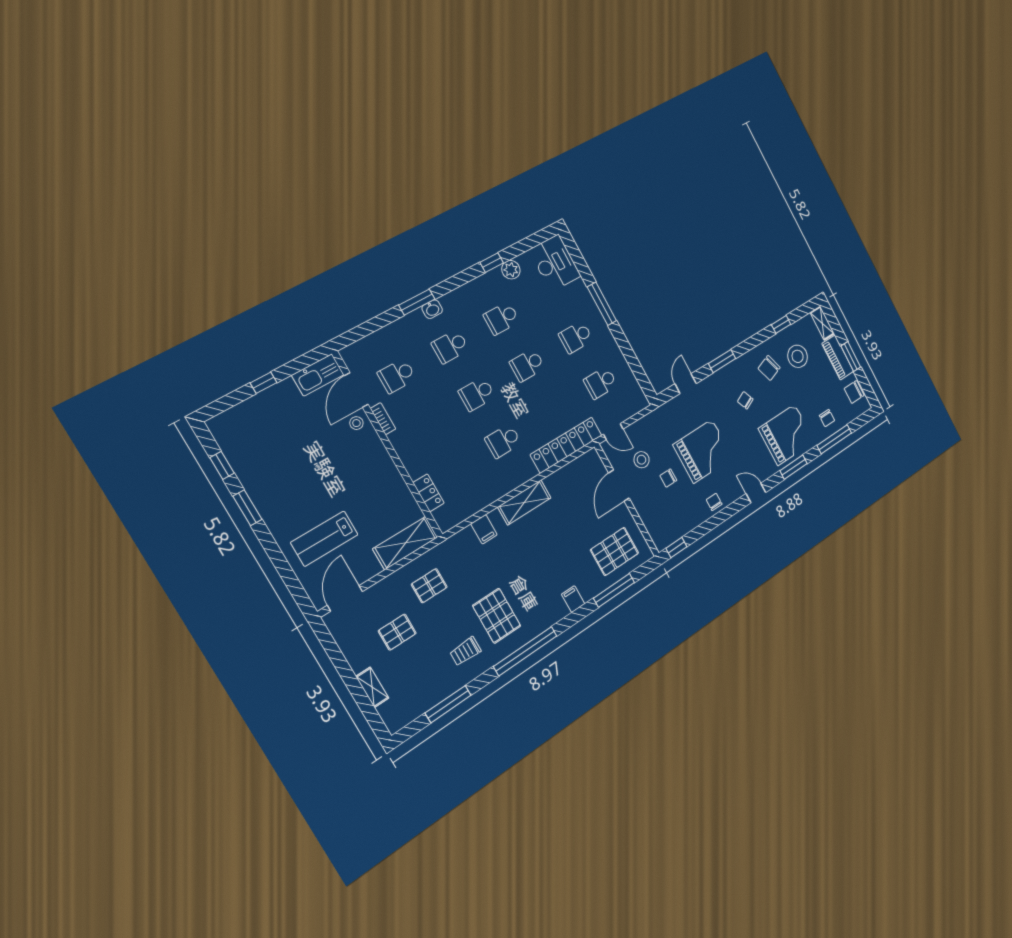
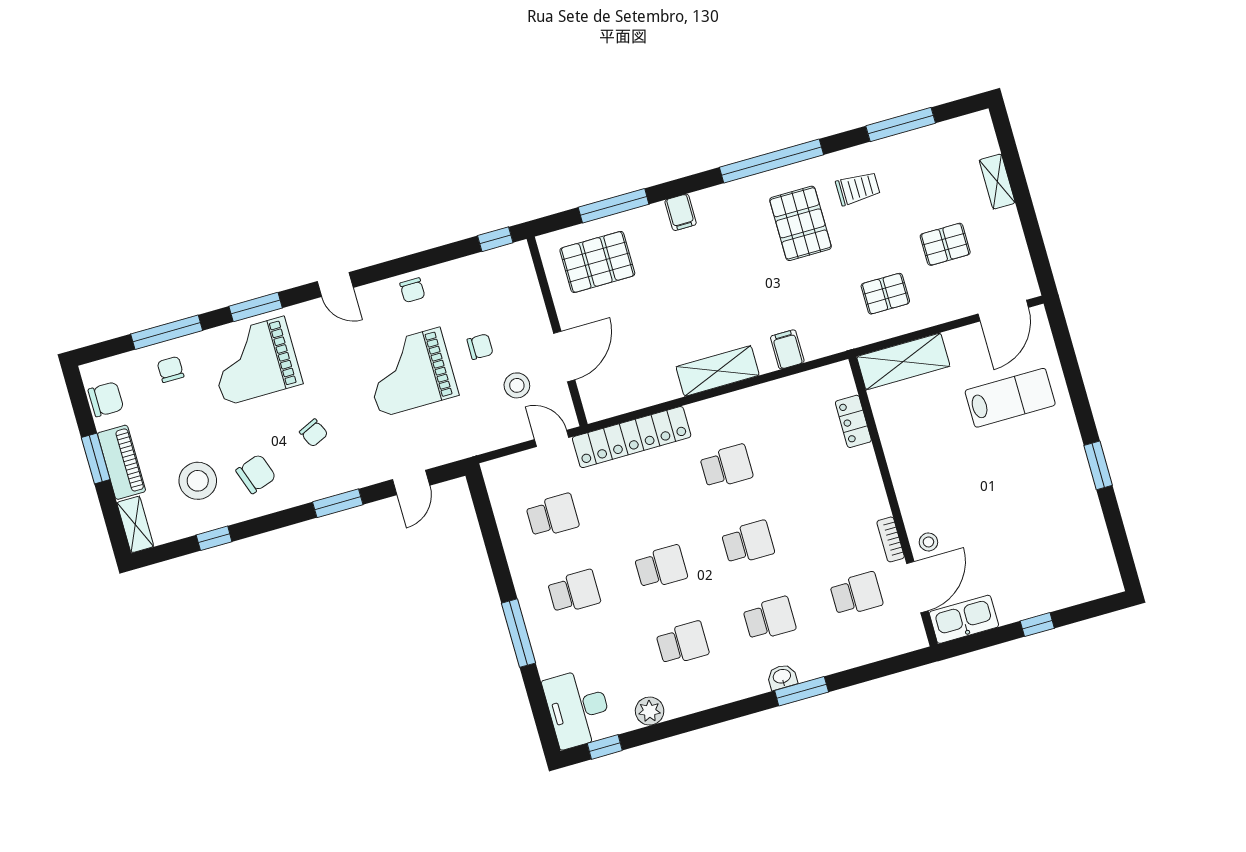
window: (492, 263) -> (605, 747), moved
window: (222, 465) -> (1116, 529), removed

